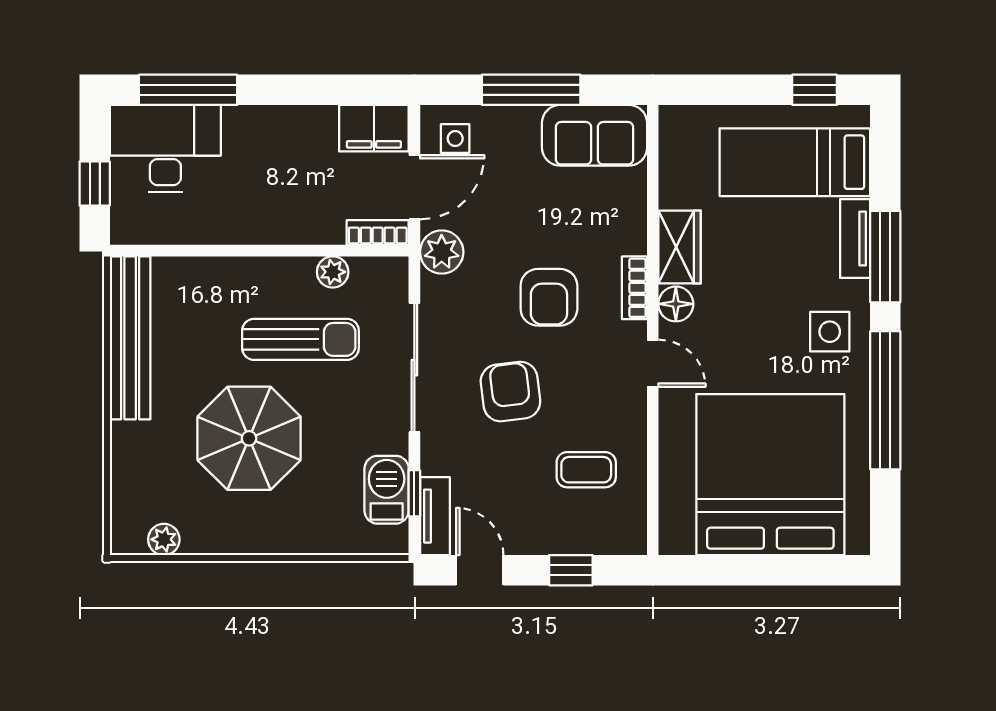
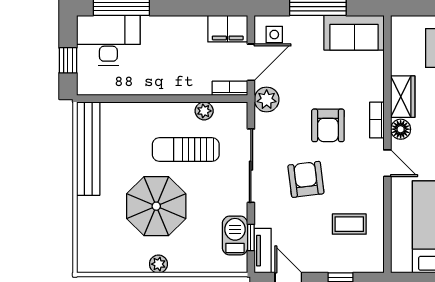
sun lounger: (300, 339) -> (186, 150), turned 180
plant: (164, 539) -> (158, 264), moved

